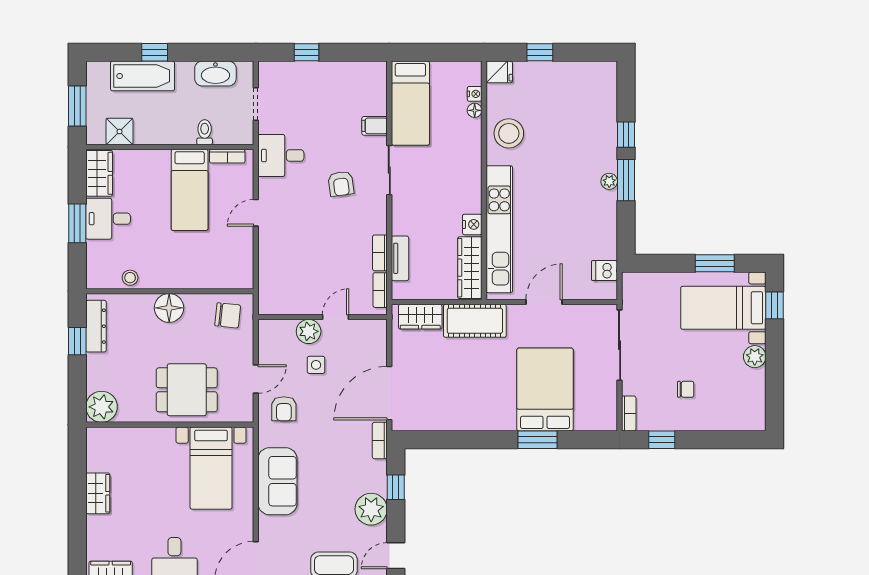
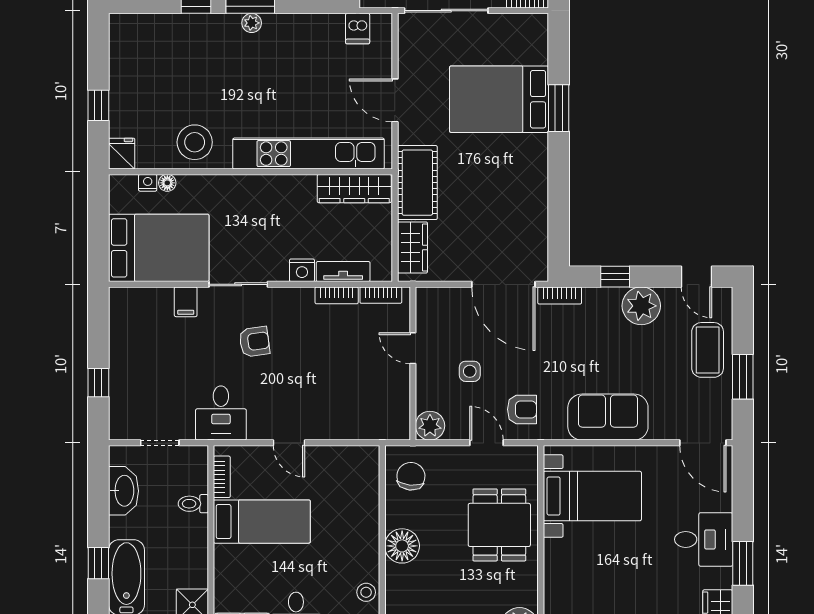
bed: (410, 103) -> (159, 248), width x1.50
nightstand: (472, 224) -> (302, 270), moved, turned 180
plant: (309, 331) -> (430, 426), moved

